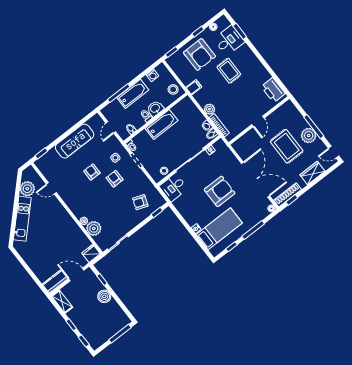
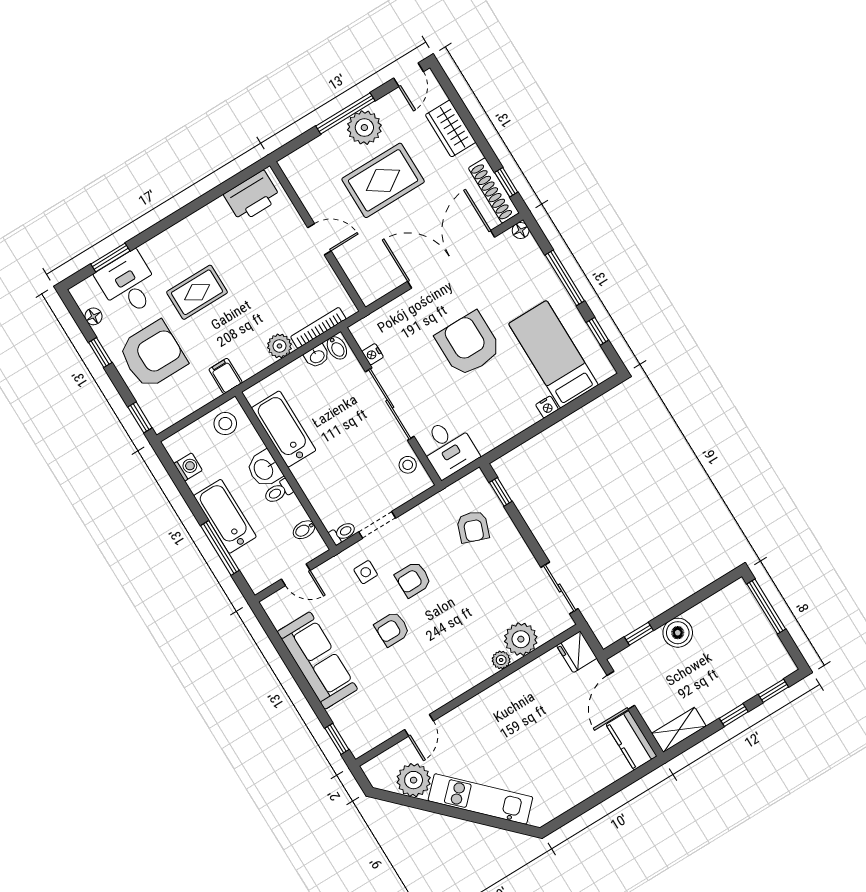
bathtub: (162, 124) -> (284, 429), moved

